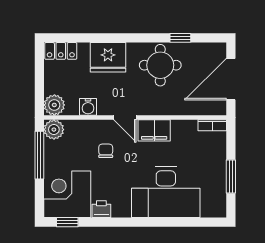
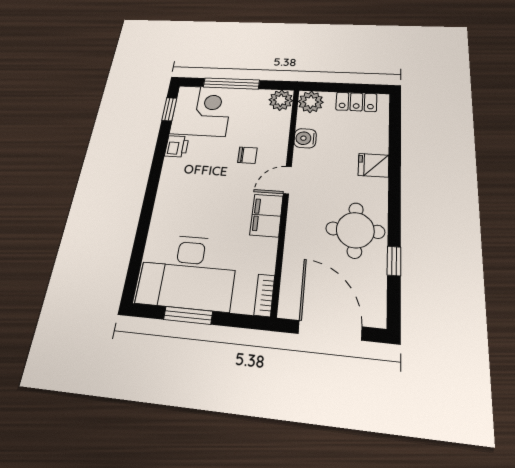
locker: (61, 51) -> (356, 102), moved, turned -90
fridge: (108, 57) -> (373, 165), width x0.53, depth x0.75
window: (39, 155) -> (231, 83), moved
desk: (166, 192) -> (188, 272), moved, turned -90

